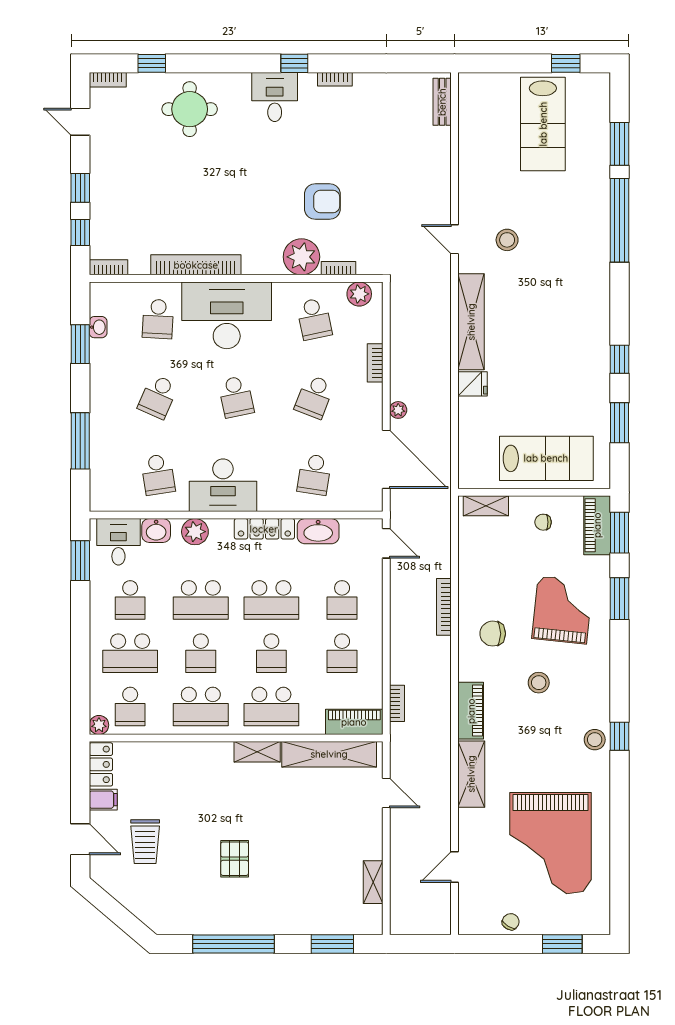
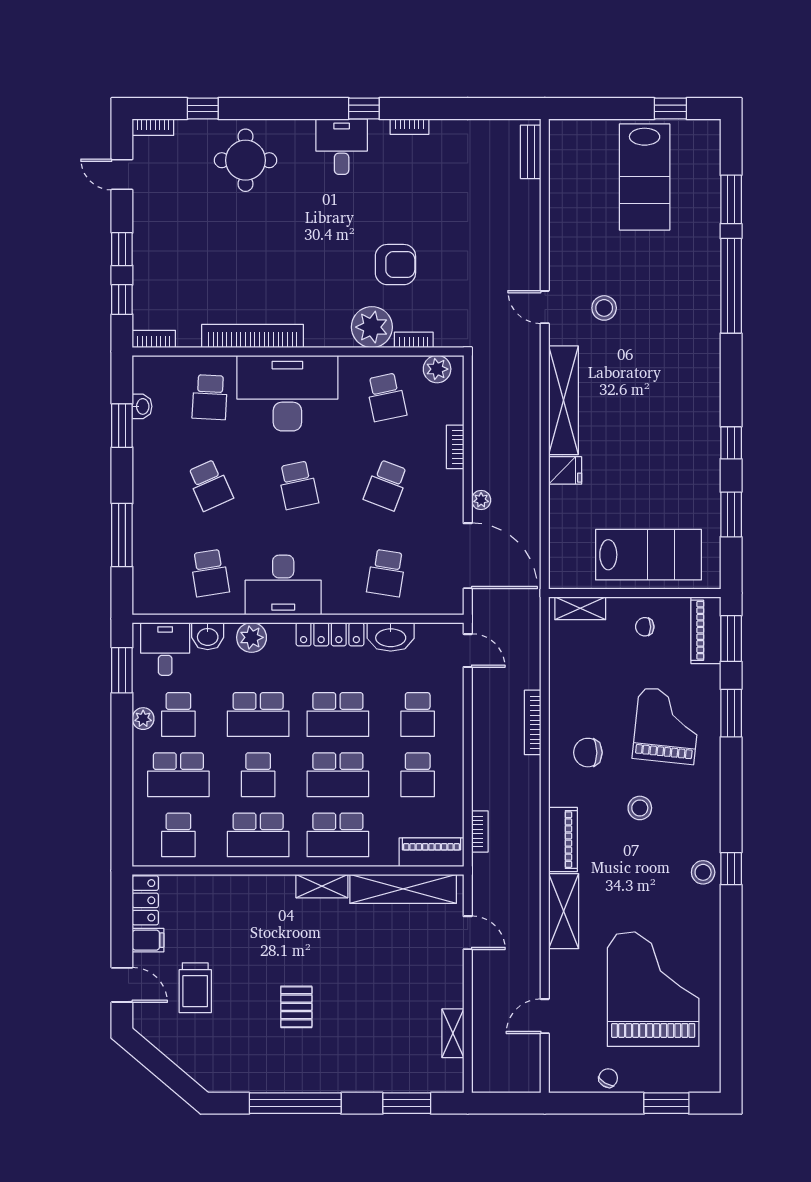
school desk: (158, 397) -> (210, 485), turned -48
school desk: (271, 653) -> (338, 775), width x1.85
plant: (99, 725) -> (143, 719), moved
grand piano: (551, 843) -> (653, 989), turned 180

